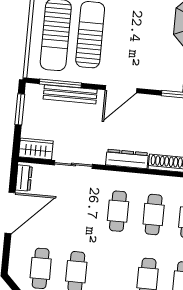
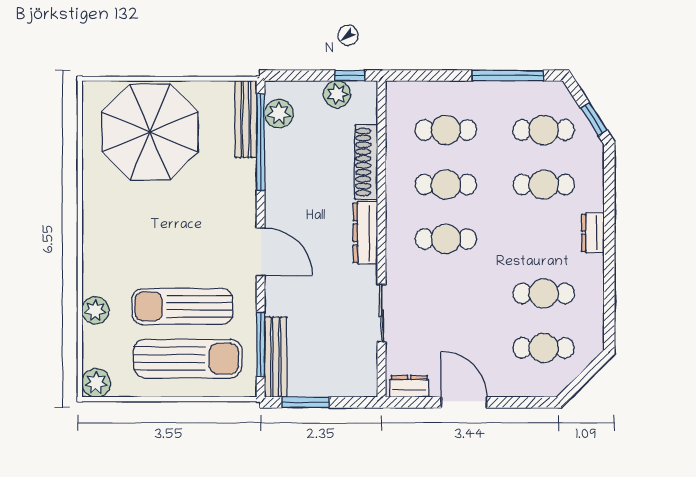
bench: (70, 94) -> (276, 357), moved
wardrobe: (36, 149) -> (363, 372), removed
door: (10, 213) -> (464, 402), width x0.73

